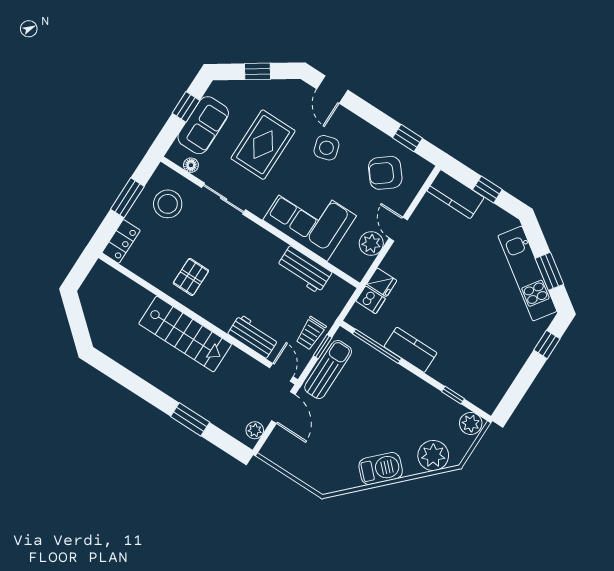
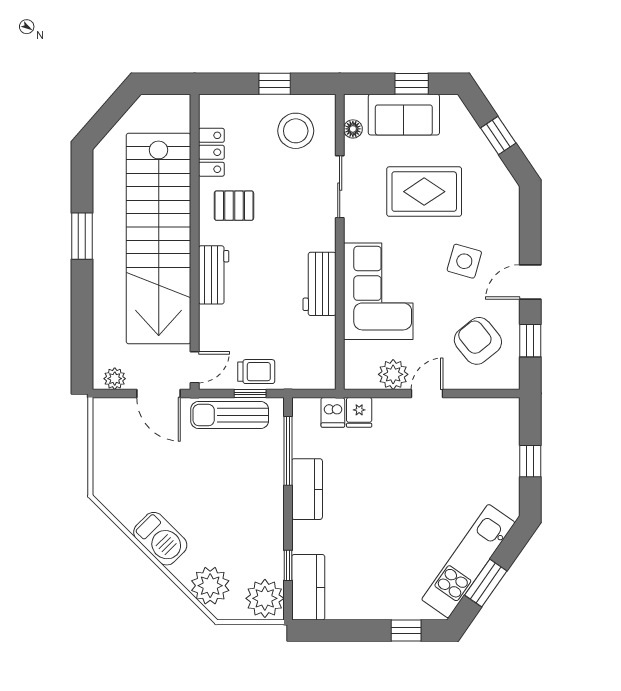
door: (332, 89) -> (530, 282), moved
side table: (326, 148) -> (464, 261), turned 33
kitchen counter: (455, 194) -> (308, 587), moved, turned 180
window: (127, 198) -> (275, 84), width x0.67
locker: (121, 241) -> (211, 152), moved, turned -90
workbench: (304, 270) -> (319, 284), moved
trolley: (311, 333) -> (256, 372), turned 180
stairs: (185, 334) -> (159, 239), width x1.86, depth x1.51
workbench: (253, 336) -> (214, 275), moved
sun lounger: (328, 370) -> (230, 415), turned 180
door: (283, 408) -> (158, 393), hinge flipped
window: (190, 419) -> (82, 236), moved
plant: (471, 423) -> (265, 598), width x1.36, depth x1.36

